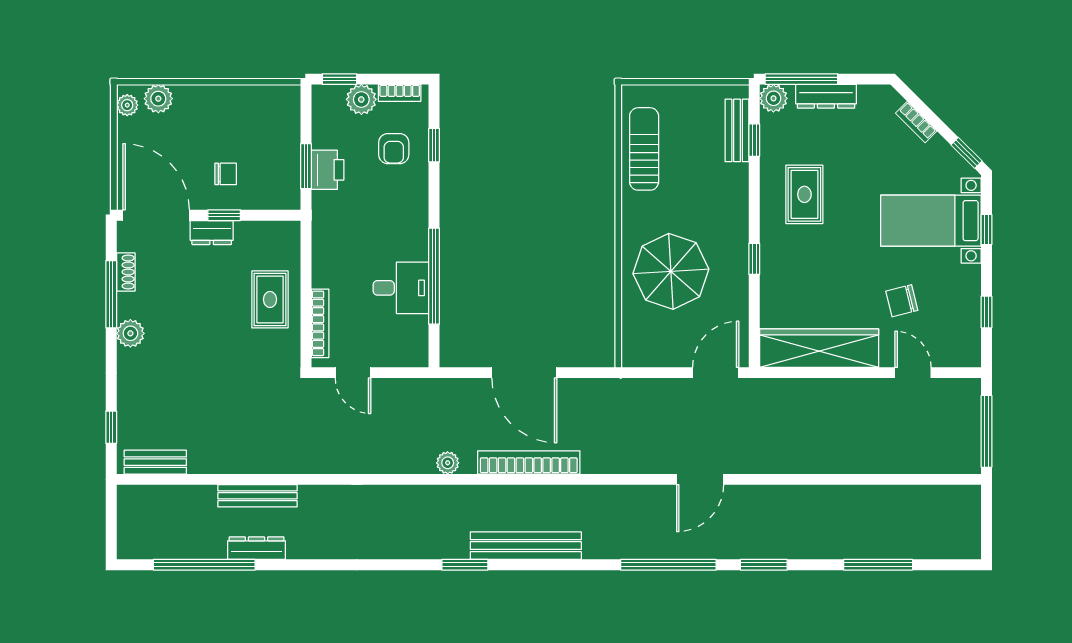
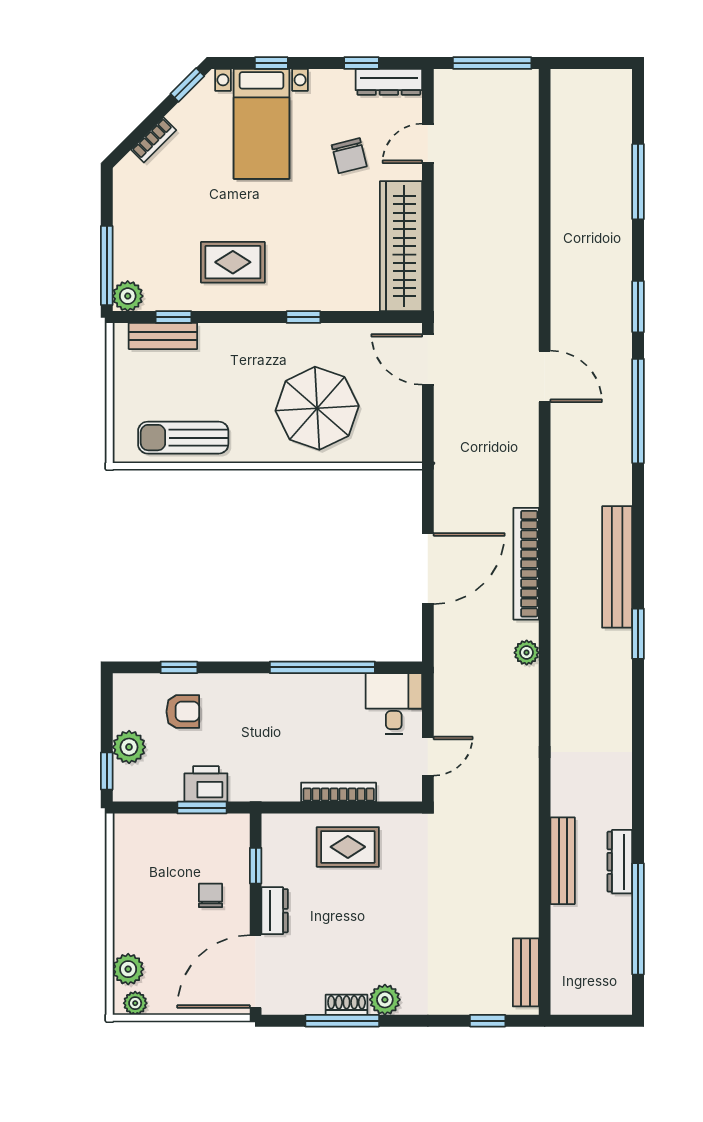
bookcase: (400, 93) -> (122, 705), removed
dresser: (826, 96) -> (389, 82), moved, turned 90
window: (224, 215) -> (256, 866), moved
shoe rack: (126, 272) -> (347, 1005), moved
desk: (401, 288) -> (394, 704), moved
bookcase: (320, 323) -> (339, 792), moved

